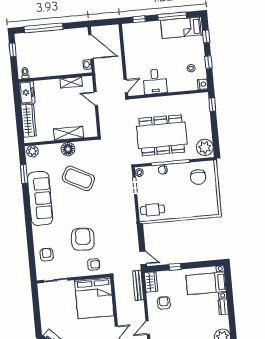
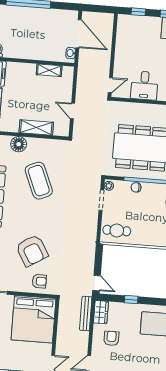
door: (96, 99) -> (72, 111), moved
floor lamp: (68, 149) -> (19, 144), moved
coffee table: (78, 178) -> (39, 181), turned 39
armchair: (83, 239) -> (32, 250), turned 146

